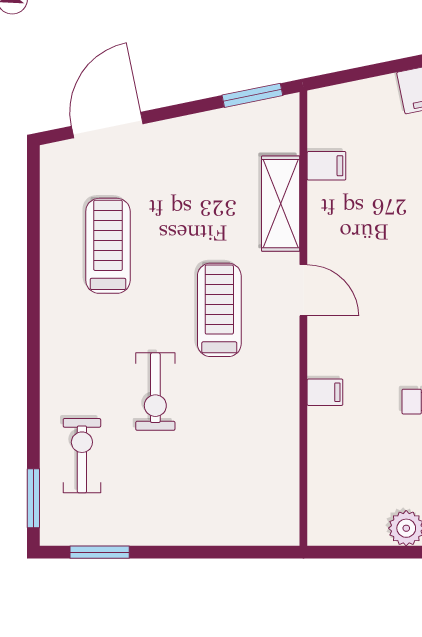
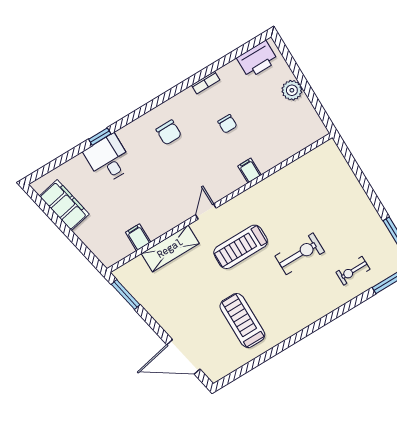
treadmill: (108, 246) -> (242, 320), turned 90
door: (303, 290) -> (206, 211), width x0.73
exercise bike: (82, 456) -> (353, 271), width x0.73, depth x0.72

